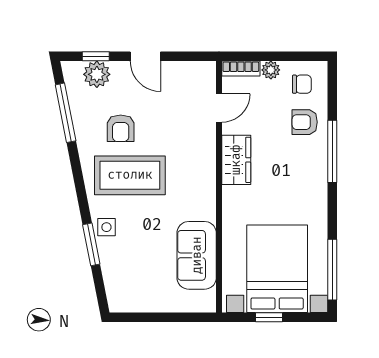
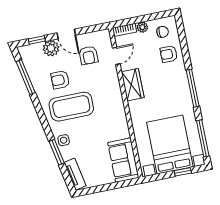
plant: (97, 74) -> (51, 48), moved
armchair: (174, 98) -> (88, 55), added
armchair: (121, 128) -> (60, 80), turned 90
window: (332, 151) -> (193, 88), moved
sofa: (197, 255) -> (123, 160), moved
tv unit: (114, 286) -> (75, 174), added
window: (269, 317) -> (183, 172), moved

